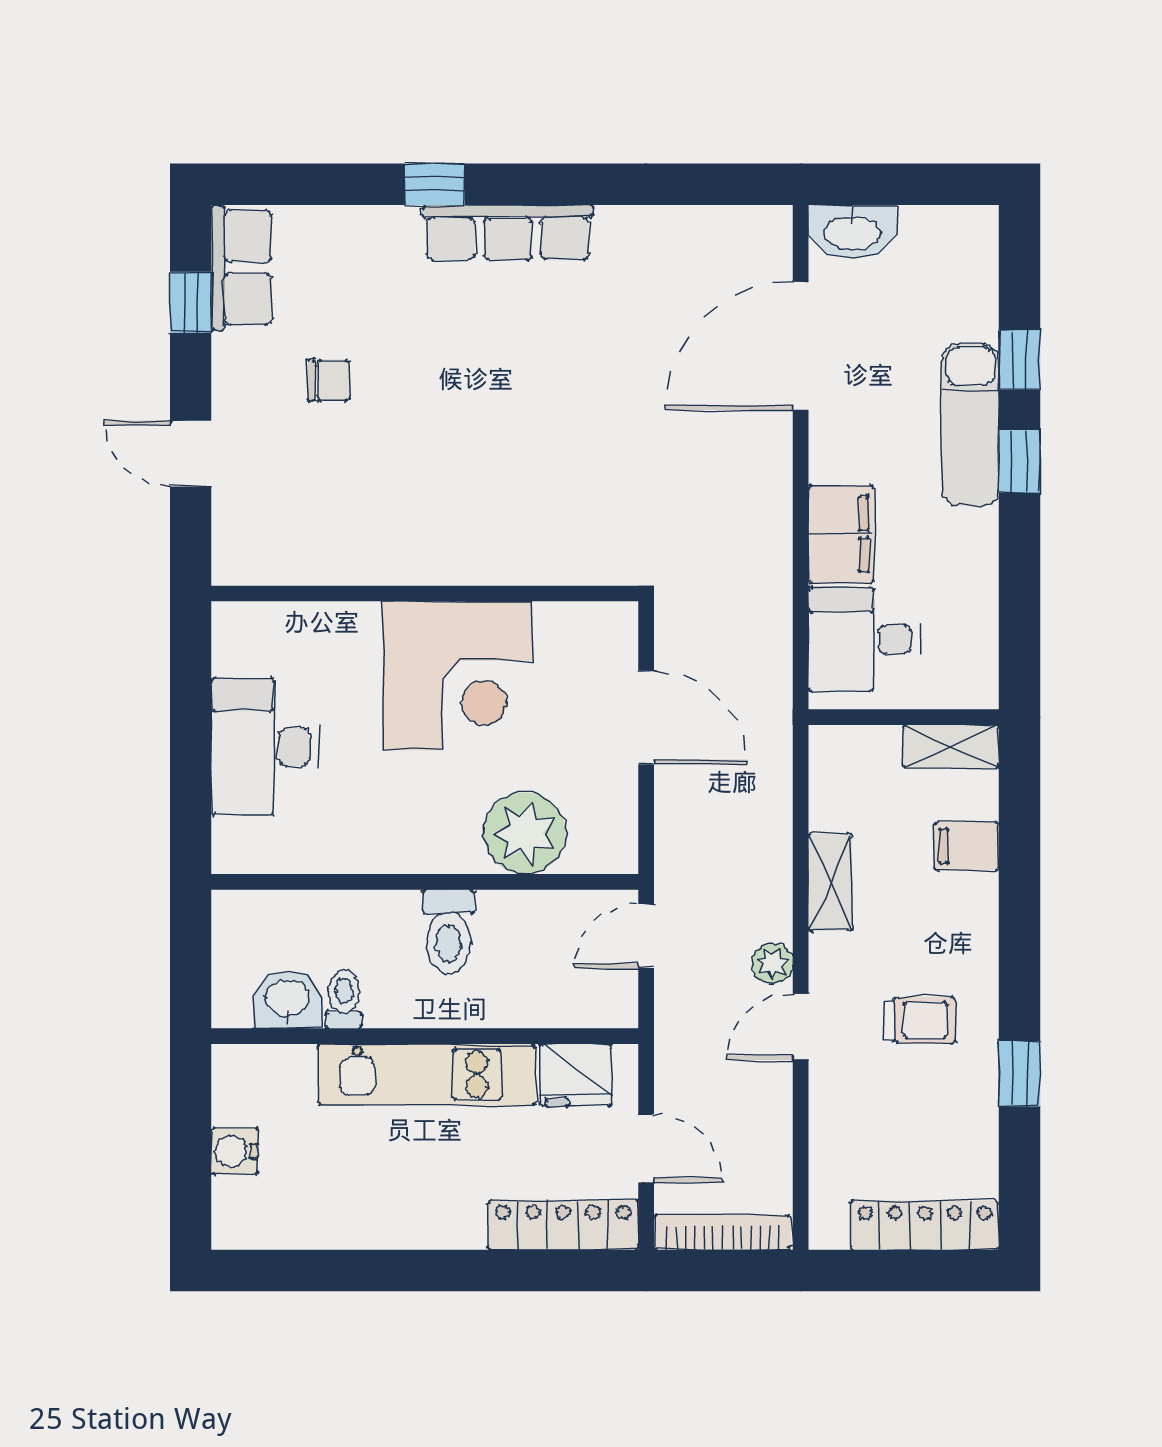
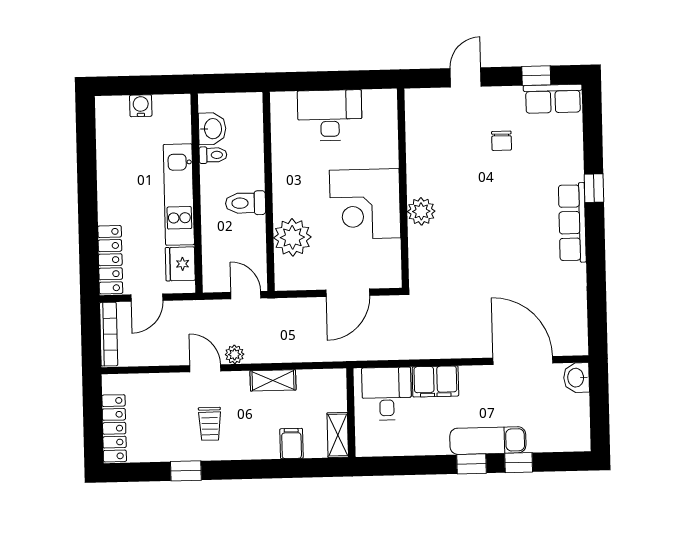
washbasin: (852, 232) -> (576, 378), width x0.72
plant: (476, 556) -> (421, 211), added

